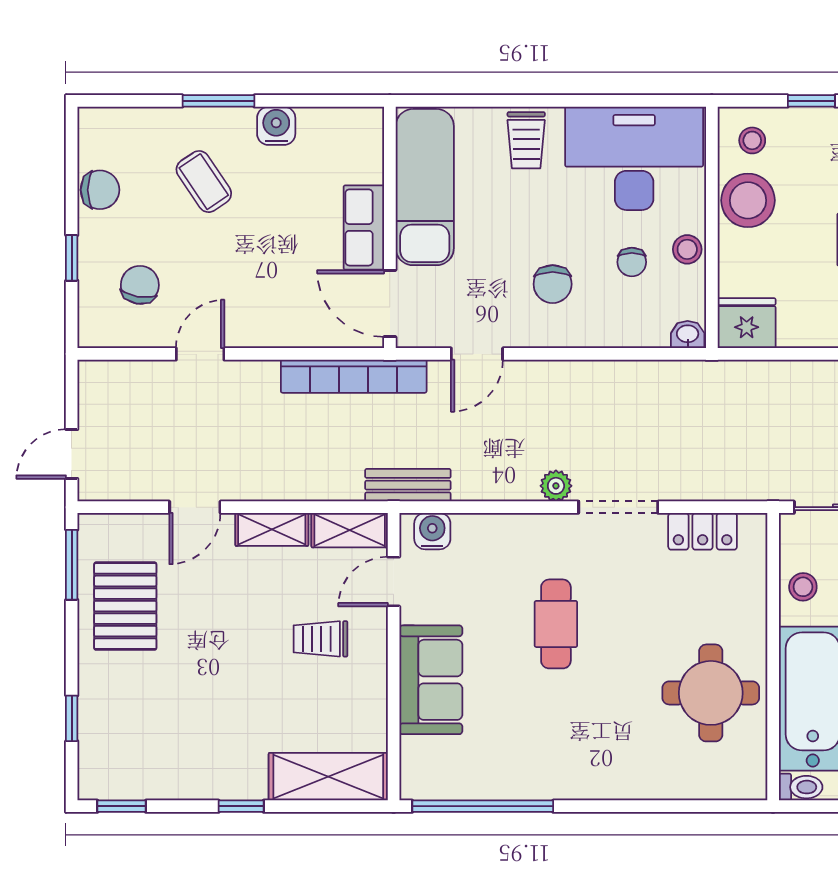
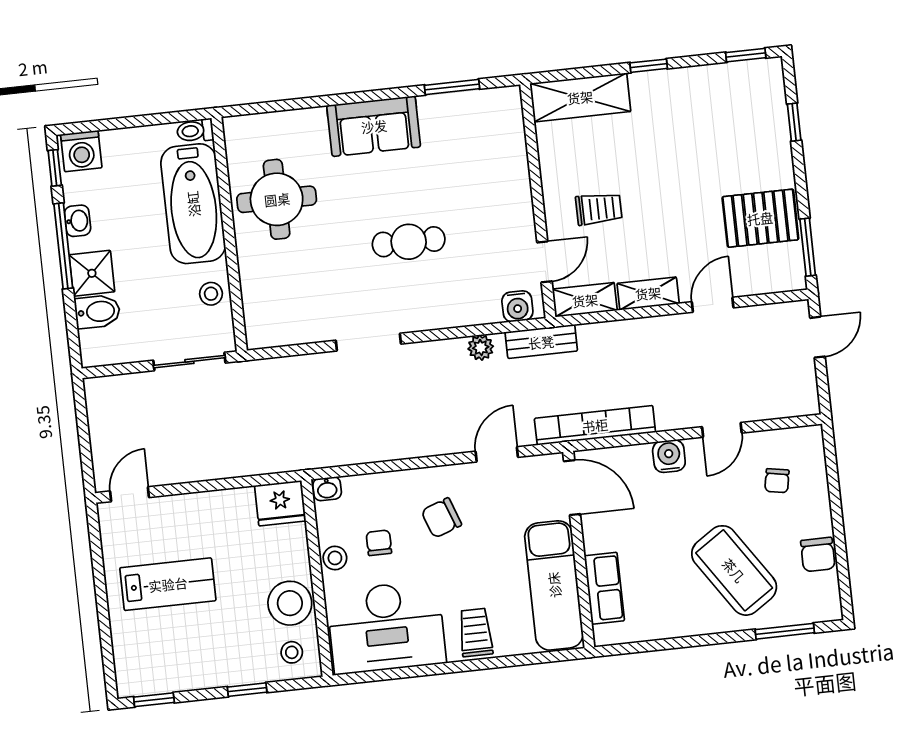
window: (218, 101) -> (785, 631), moved
water cooler: (276, 126) -> (669, 456), moved, turned 180
coffee table: (204, 182) -> (734, 570), width x1.86, depth x1.72
chair: (100, 190) -> (818, 555), turned -90
row of seats: (364, 227) -> (604, 588), moved
window: (72, 258) -> (835, 497), removed
chair: (553, 284) -> (441, 518), turned -110
chair: (140, 285) -> (777, 481), width x0.73, depth x0.73
plant: (556, 486) -> (481, 348), moved
locker: (703, 531) -> (298, 330), removed
pallet: (125, 606) -> (760, 218), turned 90
cafe table: (556, 624) -> (409, 242), turned 90
sofa: (431, 680) -> (374, 126), moved, turned -90
window: (483, 806) -> (452, 87), width x0.47

